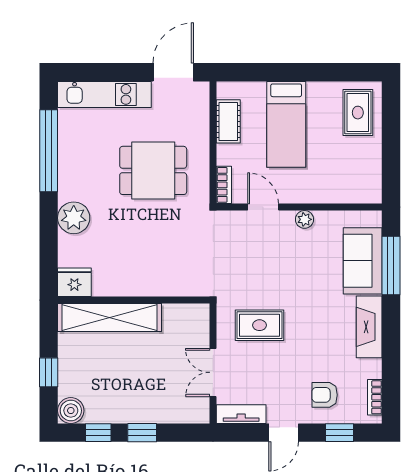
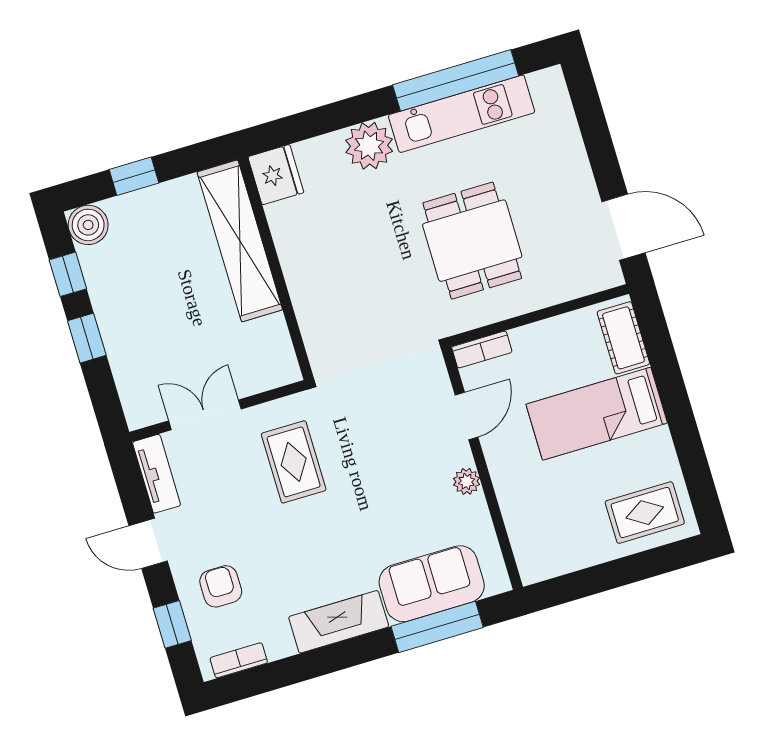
kitchen unit: (104, 94) -> (462, 114), moved, turned -90
cot: (228, 121) -> (623, 338), moved, turned 90

